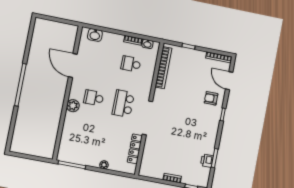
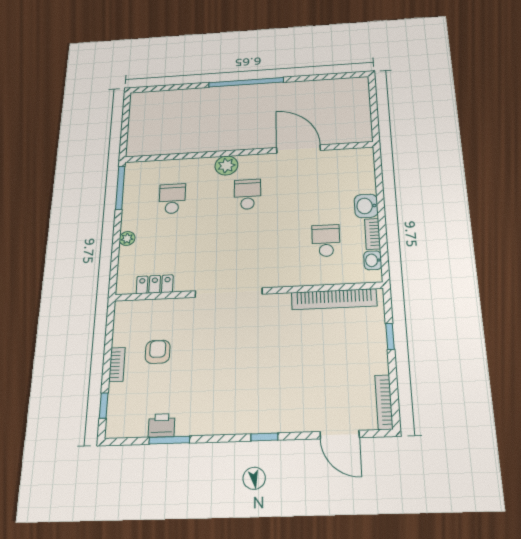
washbasin: (95, 35) -> (366, 206), moved
door: (73, 66) -> (298, 149), hinge flipped
door: (229, 81) -> (340, 435), swing flipped
armchair: (211, 98) -> (158, 352), moved
school desk: (123, 104) -> (172, 199), moved, width x0.54
locker: (135, 149) -> (155, 284), width x0.66

